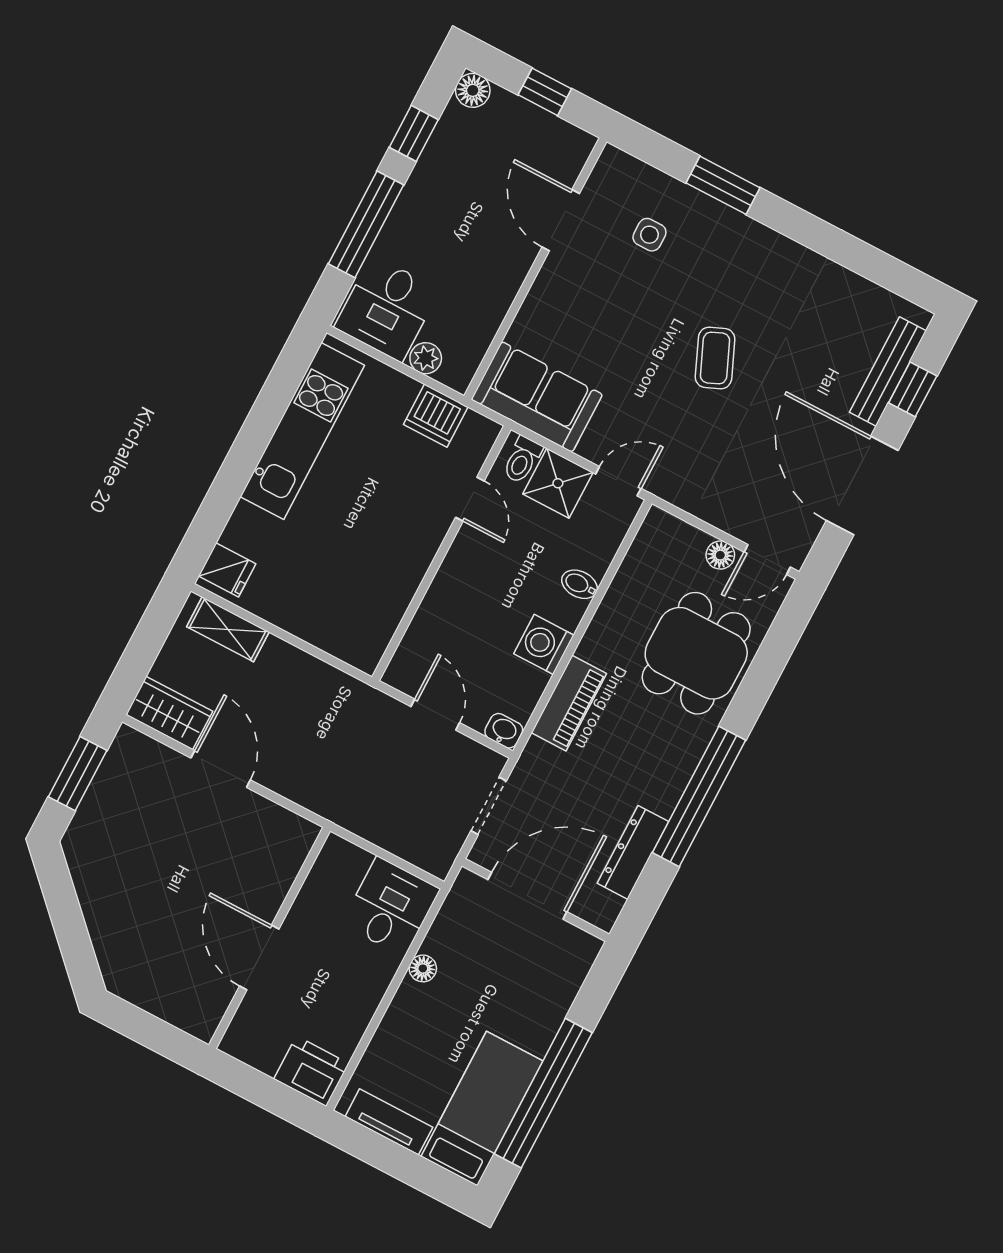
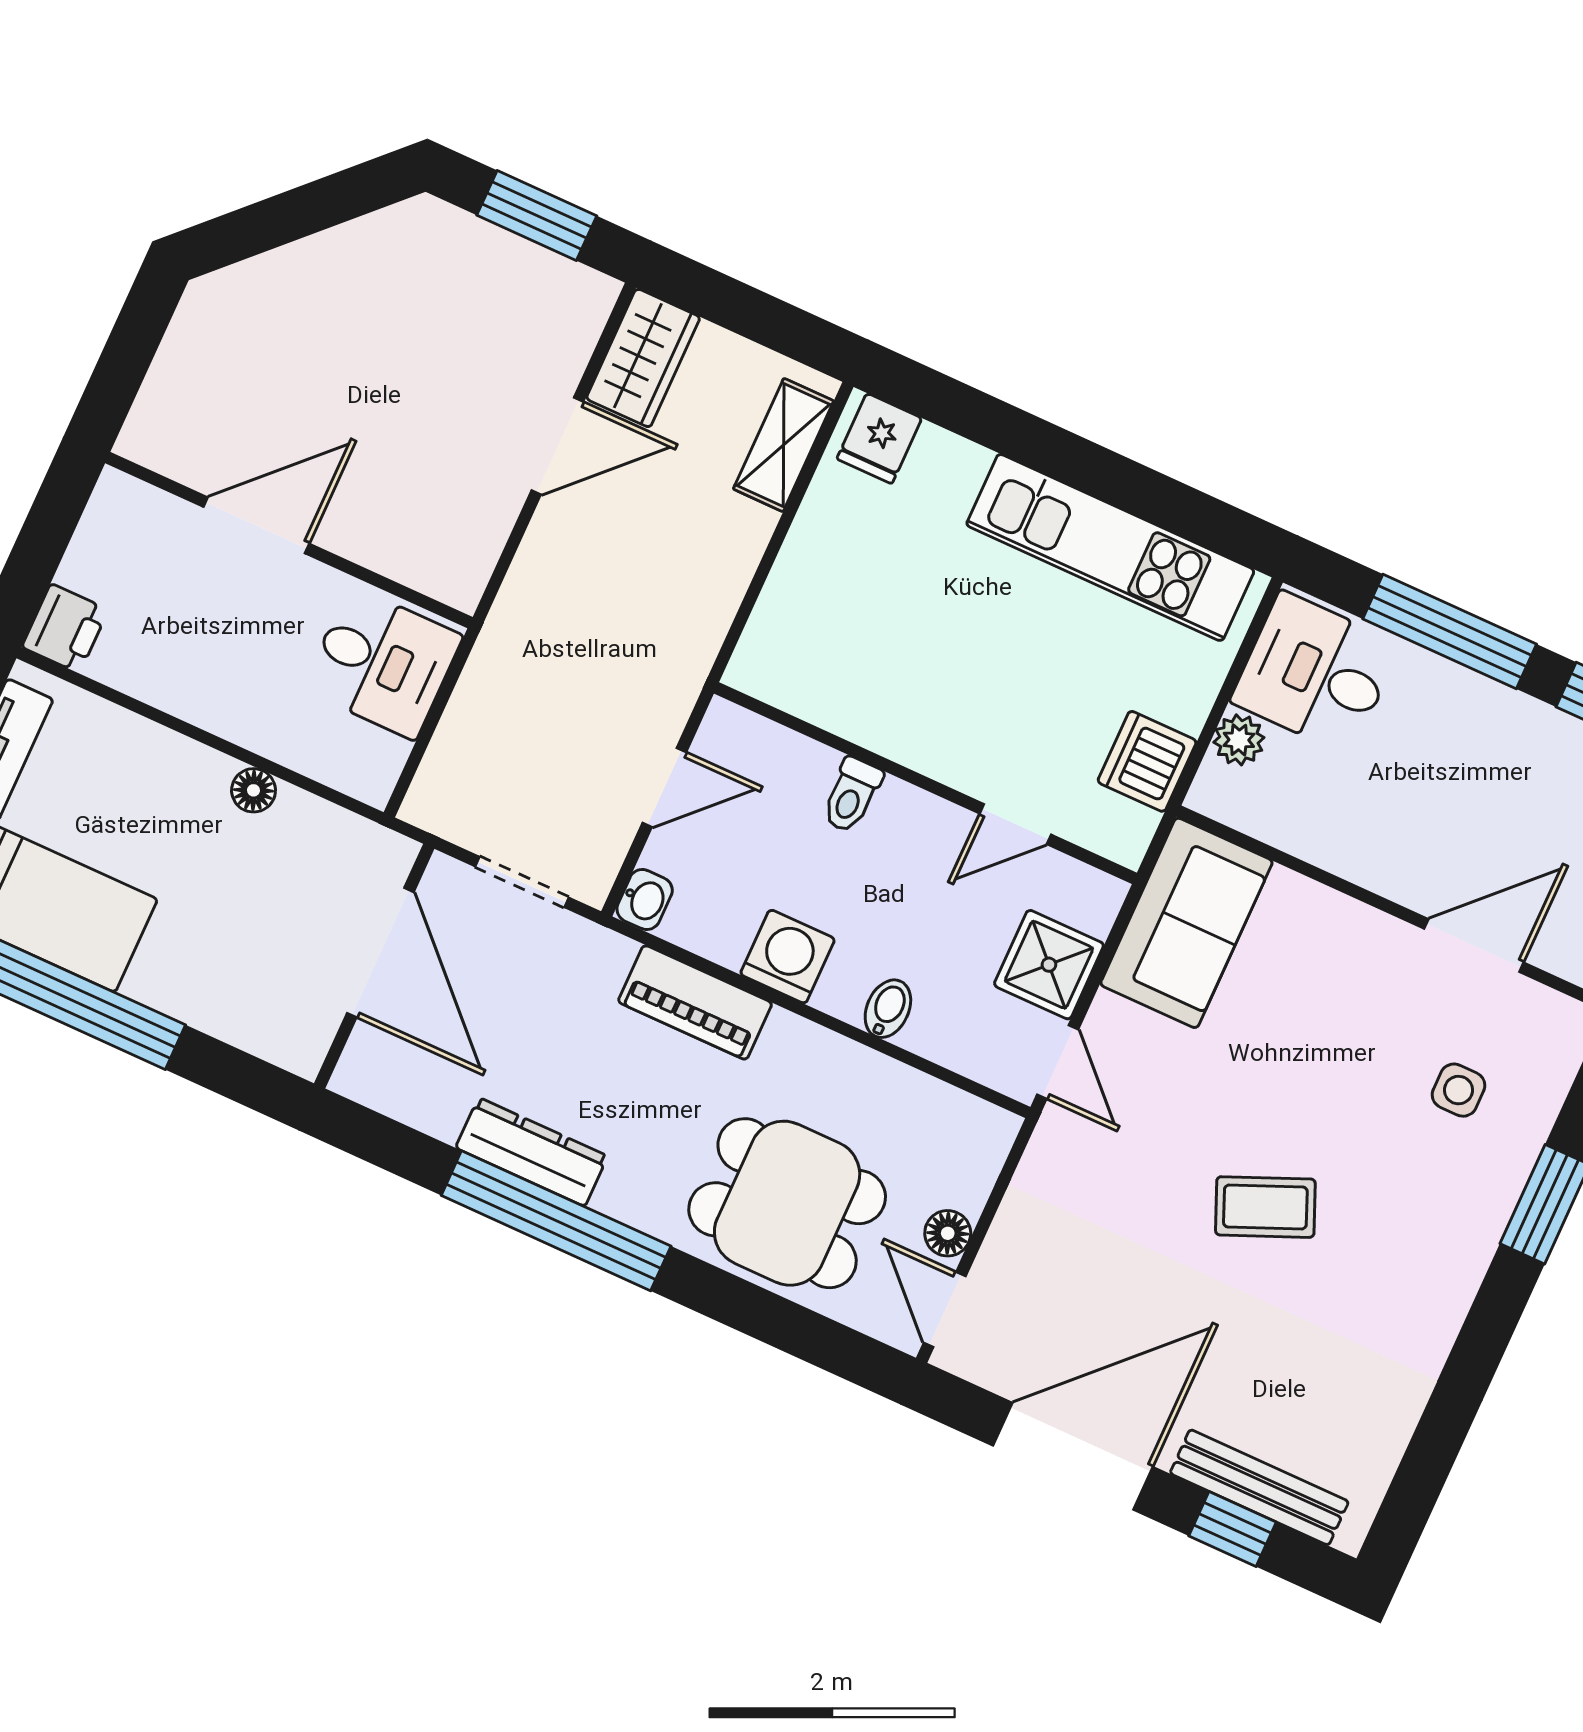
toilet: (522, 460) -> (852, 795), moved, turned -90
dresser: (633, 852) -> (532, 1152), moved
desk: (391, 907) -> (383, 663), moved
printer: (311, 1071) -> (65, 628), width x0.73, depth x0.81

